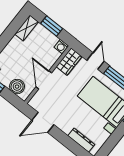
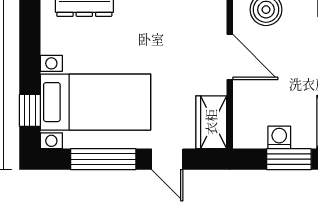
washing machine: (61, 47) -> (279, 137), moved

